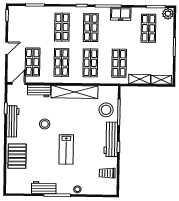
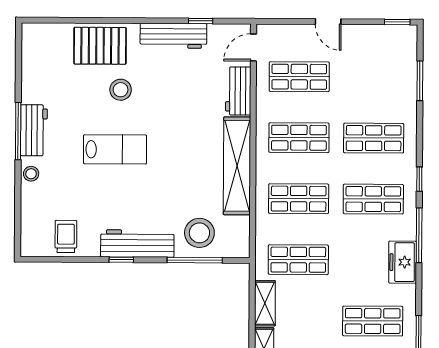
door: (19, 84) -> (253, 47), swing flipped
stool: (45, 124) -> (121, 90), moved
lab bench: (66, 149) -> (115, 149), turned 180
workbench: (44, 188) -> (34, 130), moved

